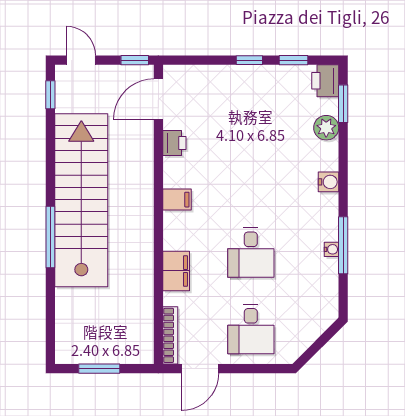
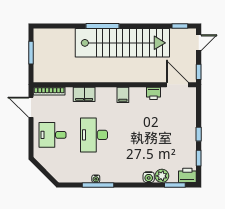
water cooler: (329, 182) -> (149, 177), moved
desk: (251, 253) -> (94, 135), width x1.37

